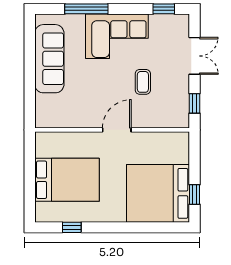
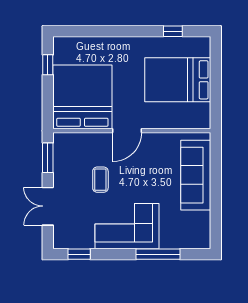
sofa: (49, 59) -> (196, 175), moved
window: (195, 103) -> (48, 158), width x1.50
bed: (158, 193) -> (82, 97), moved, turned -90

